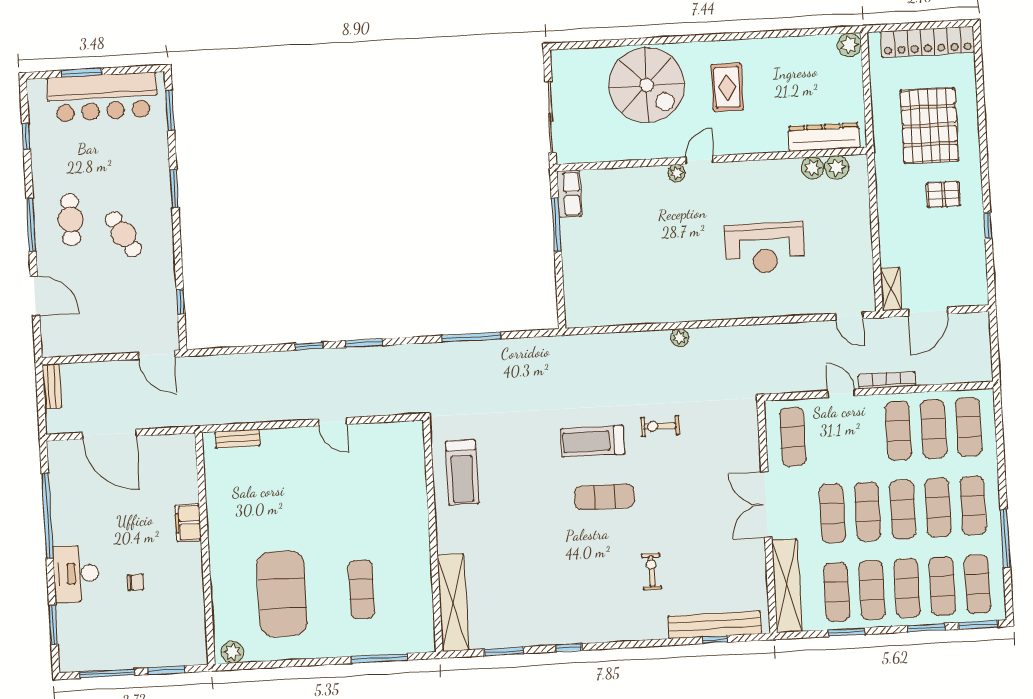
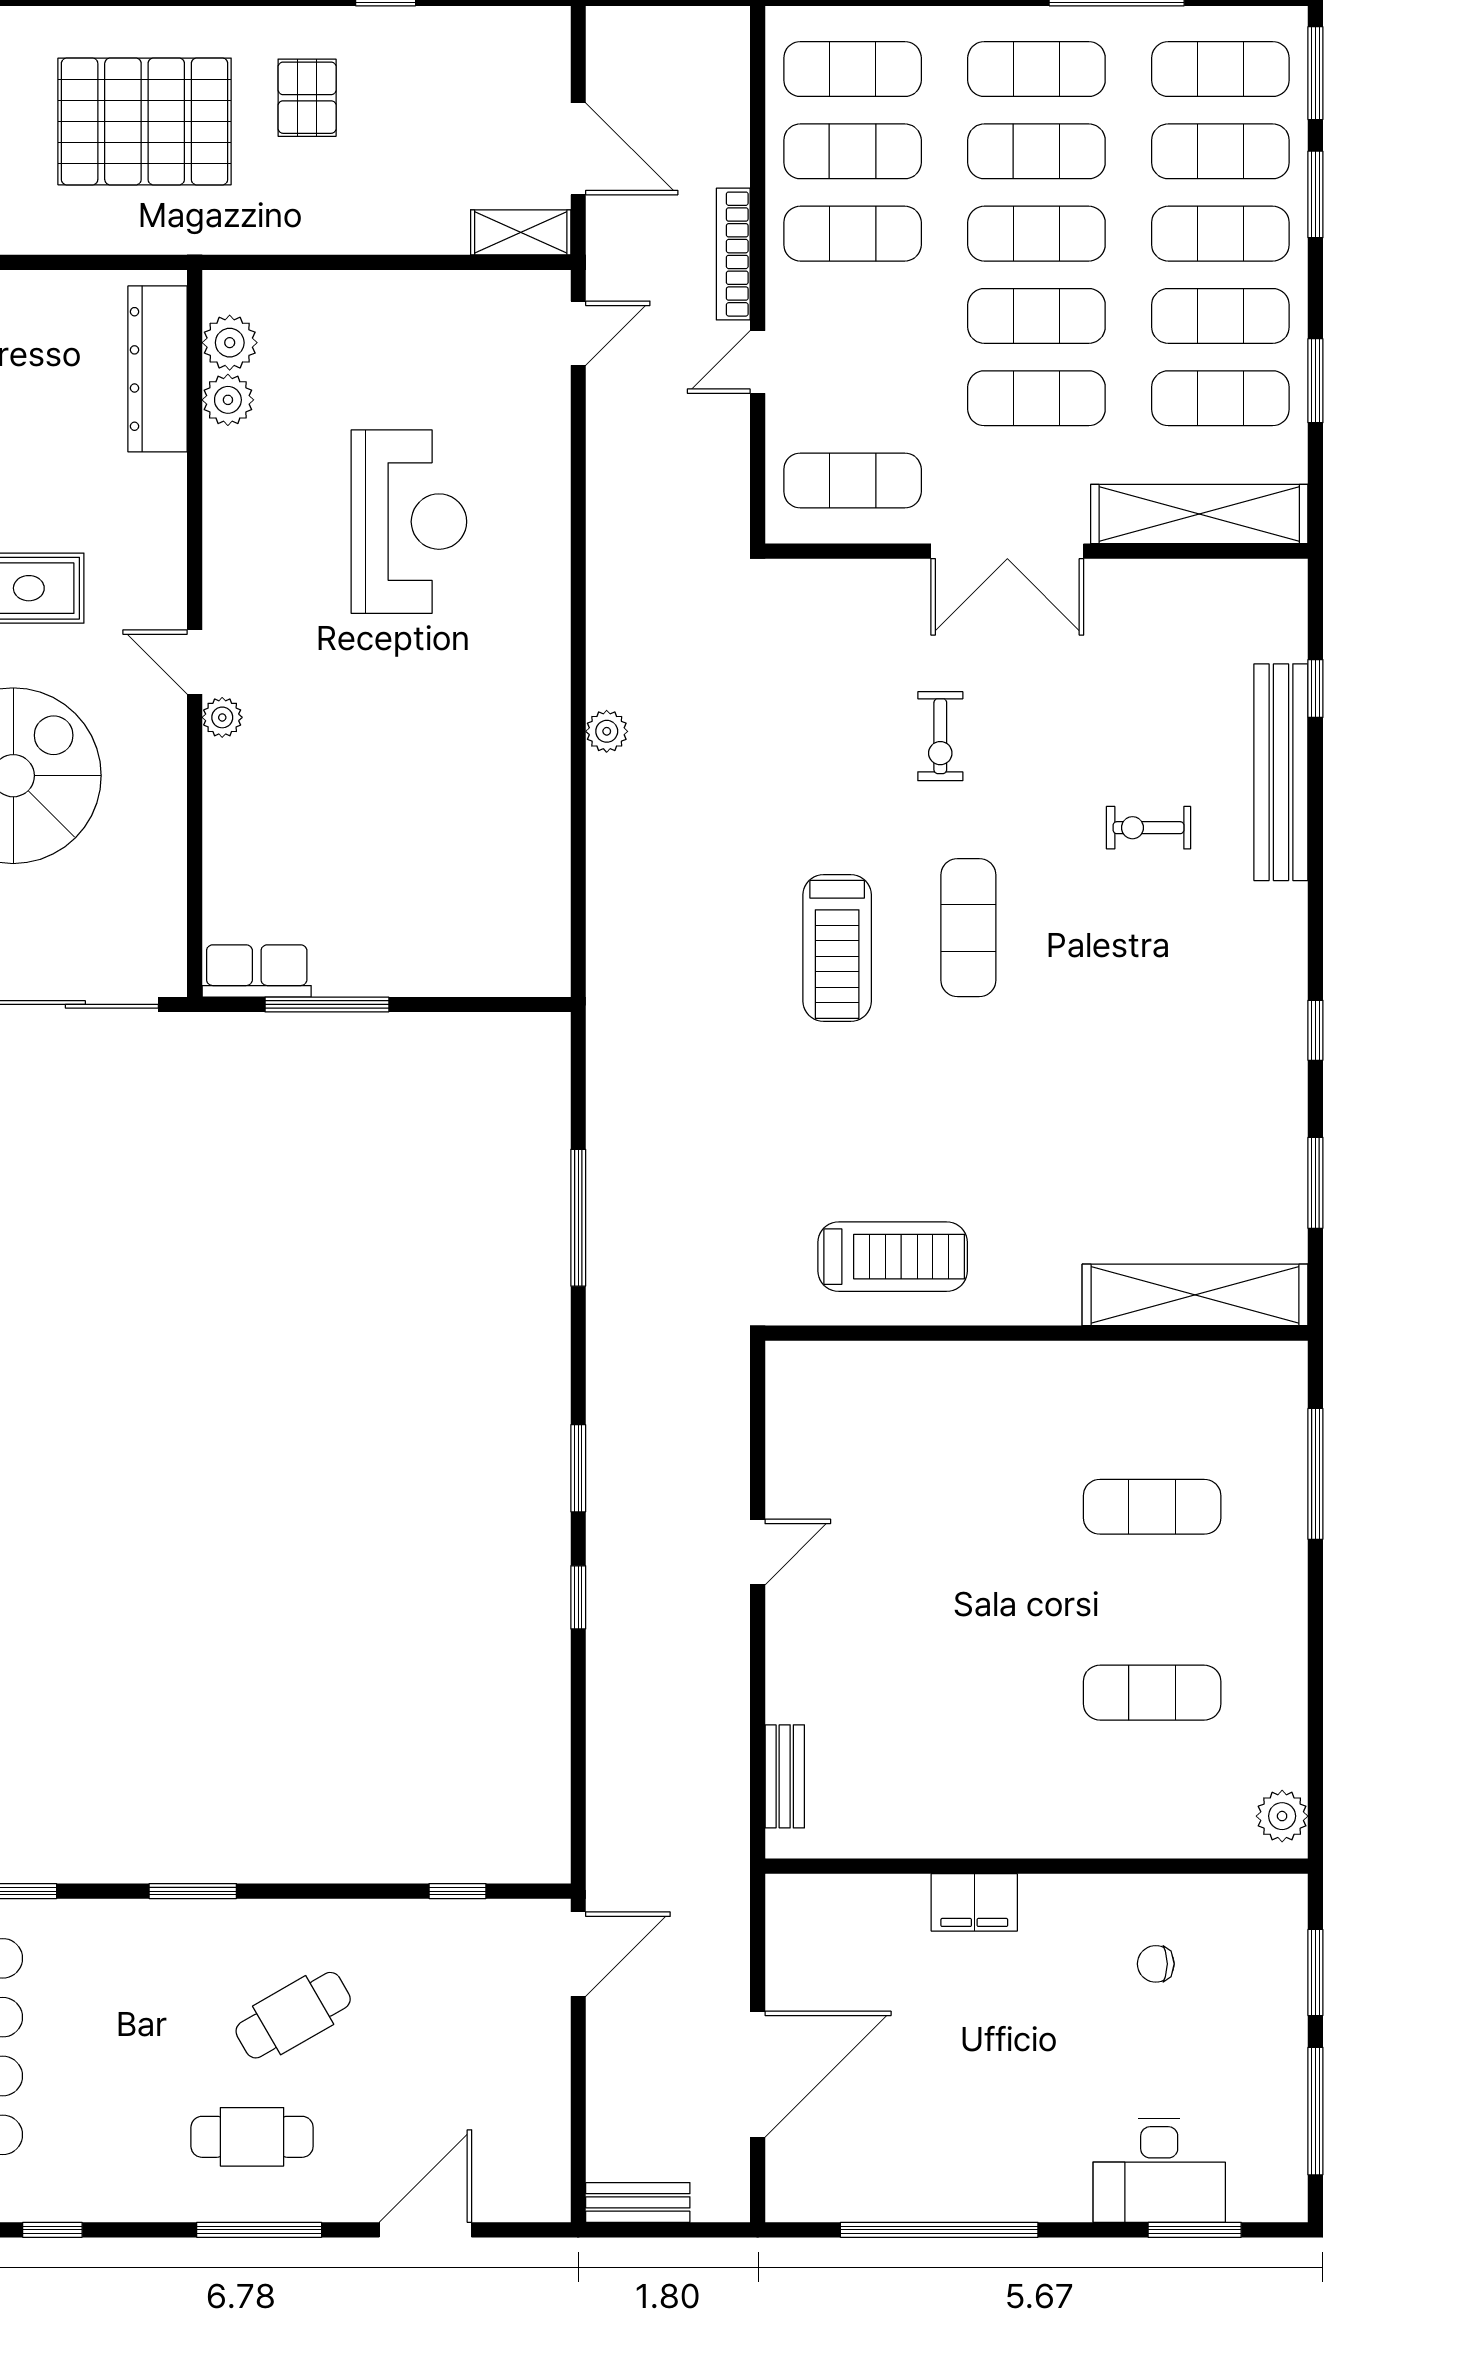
exercise bike: (660, 426) -> (940, 736), moved
desk: (76, 574) -> (1159, 2170), moved
chair: (136, 582) -> (1156, 1964), moved, turned -90
exercise mat: (282, 594) -> (1152, 1693), width x0.50, depth x0.69
bench: (715, 625) -> (1281, 772), moved

